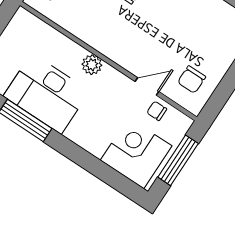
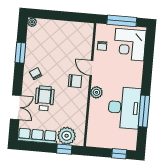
chair: (192, 80) -> (75, 81), moved
door: (147, 86) -> (91, 68), moved

